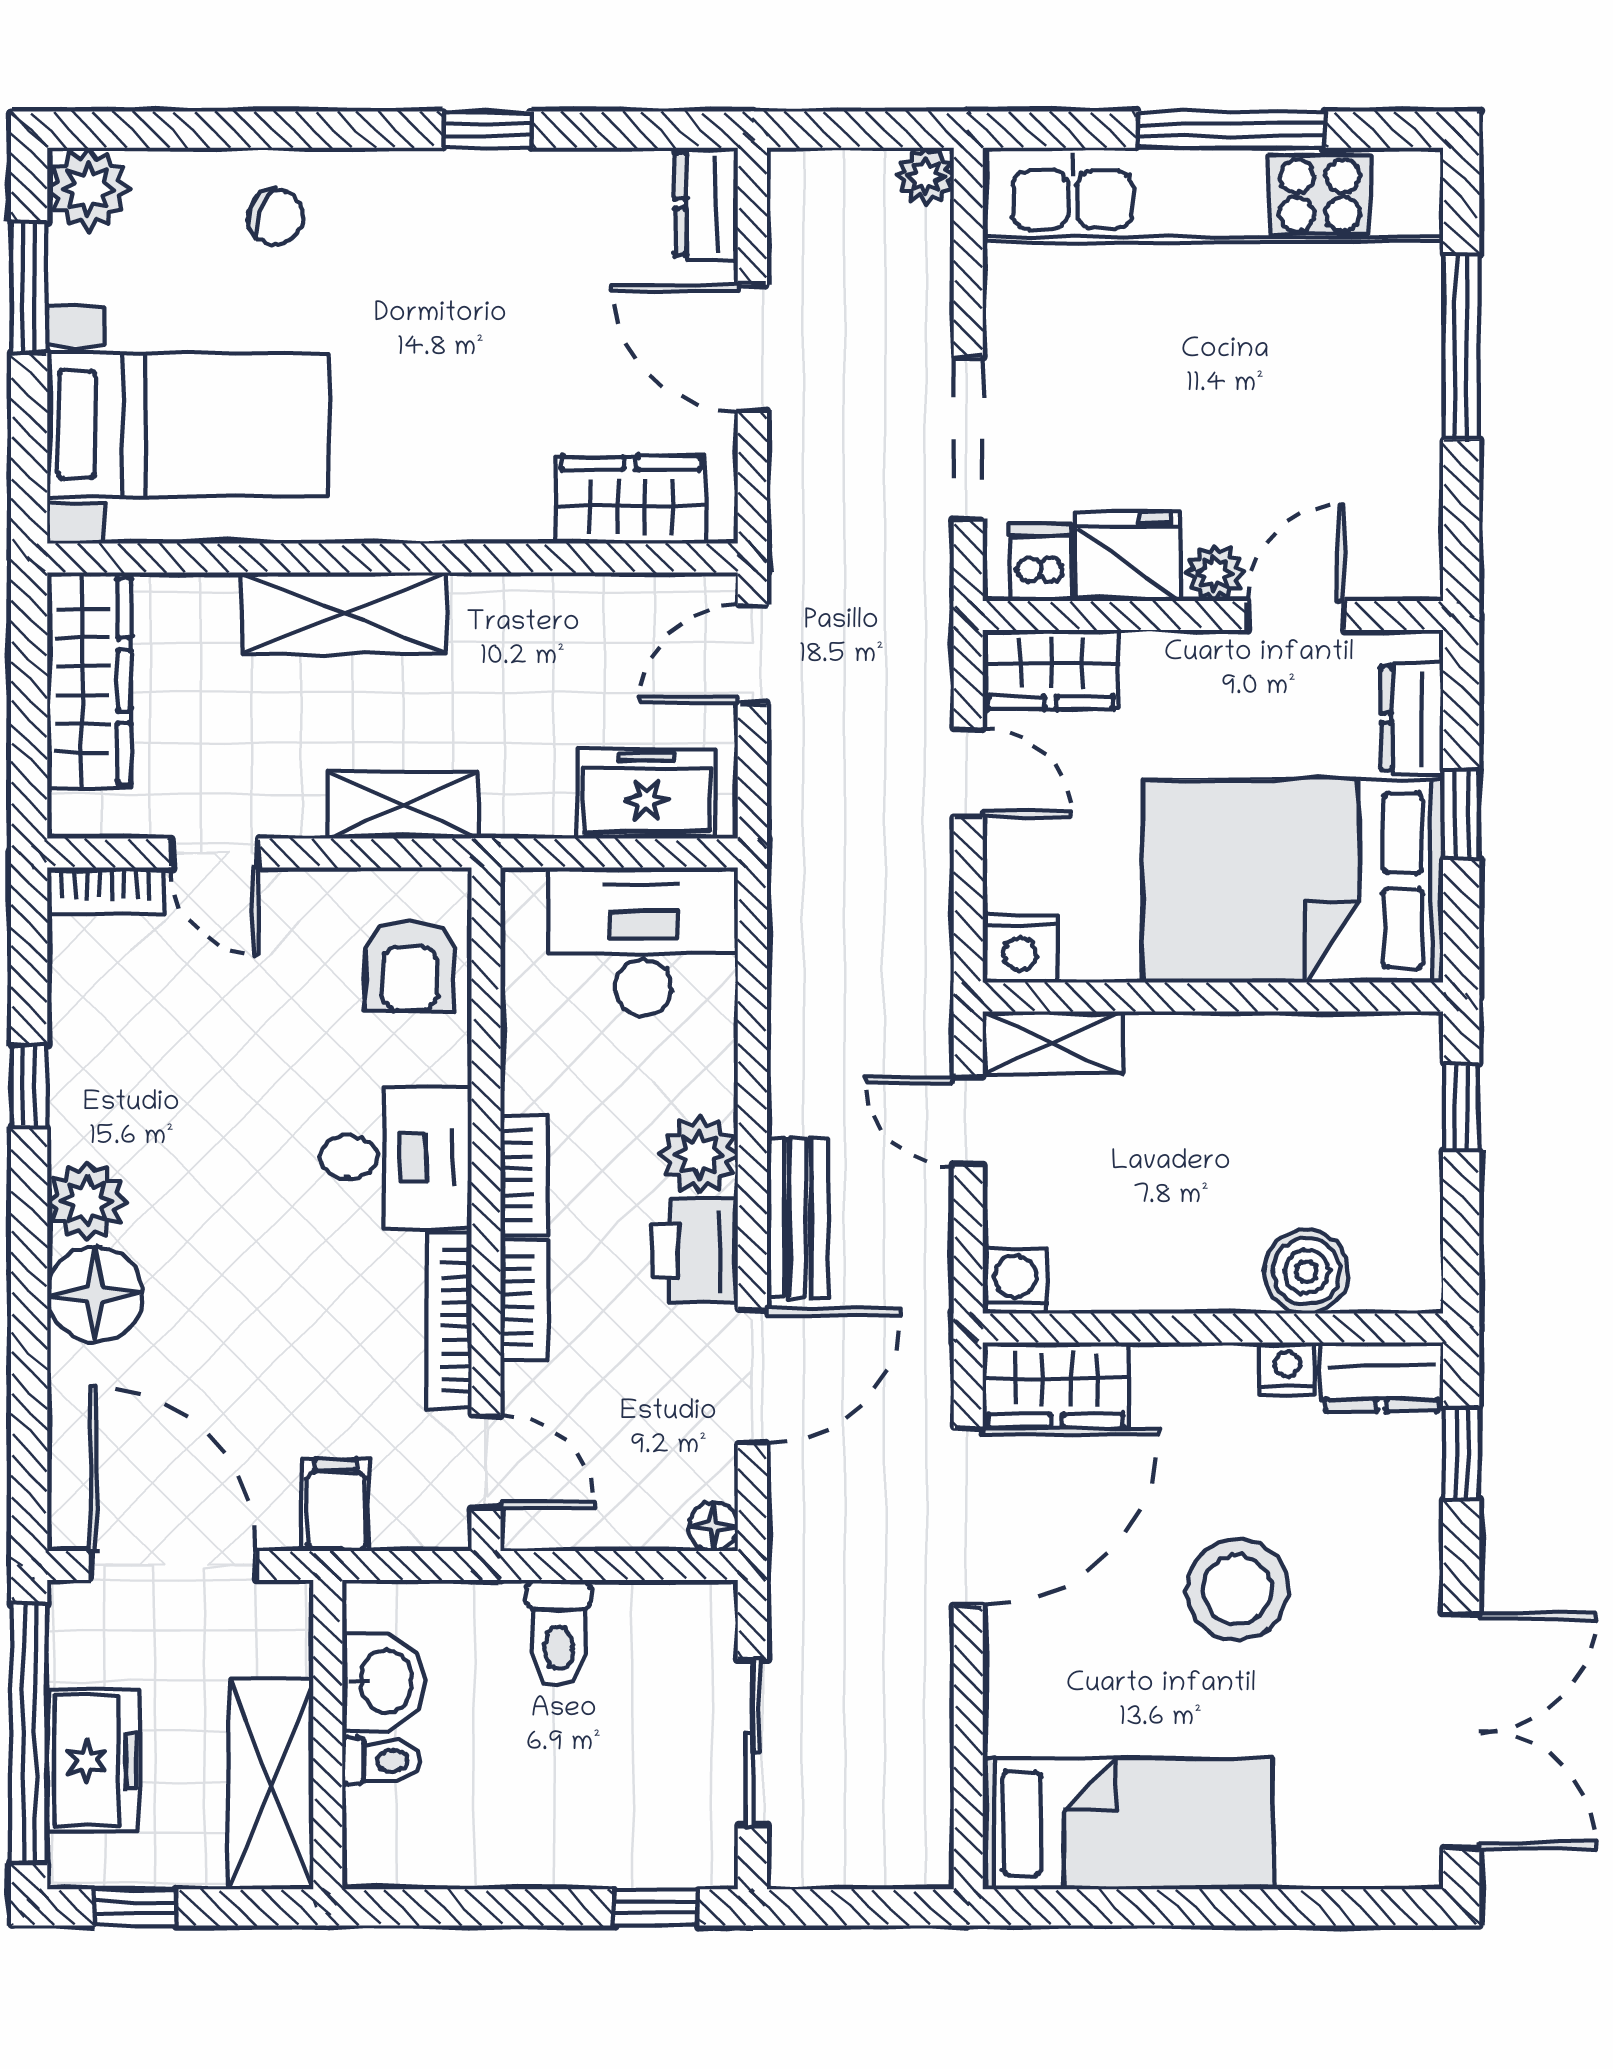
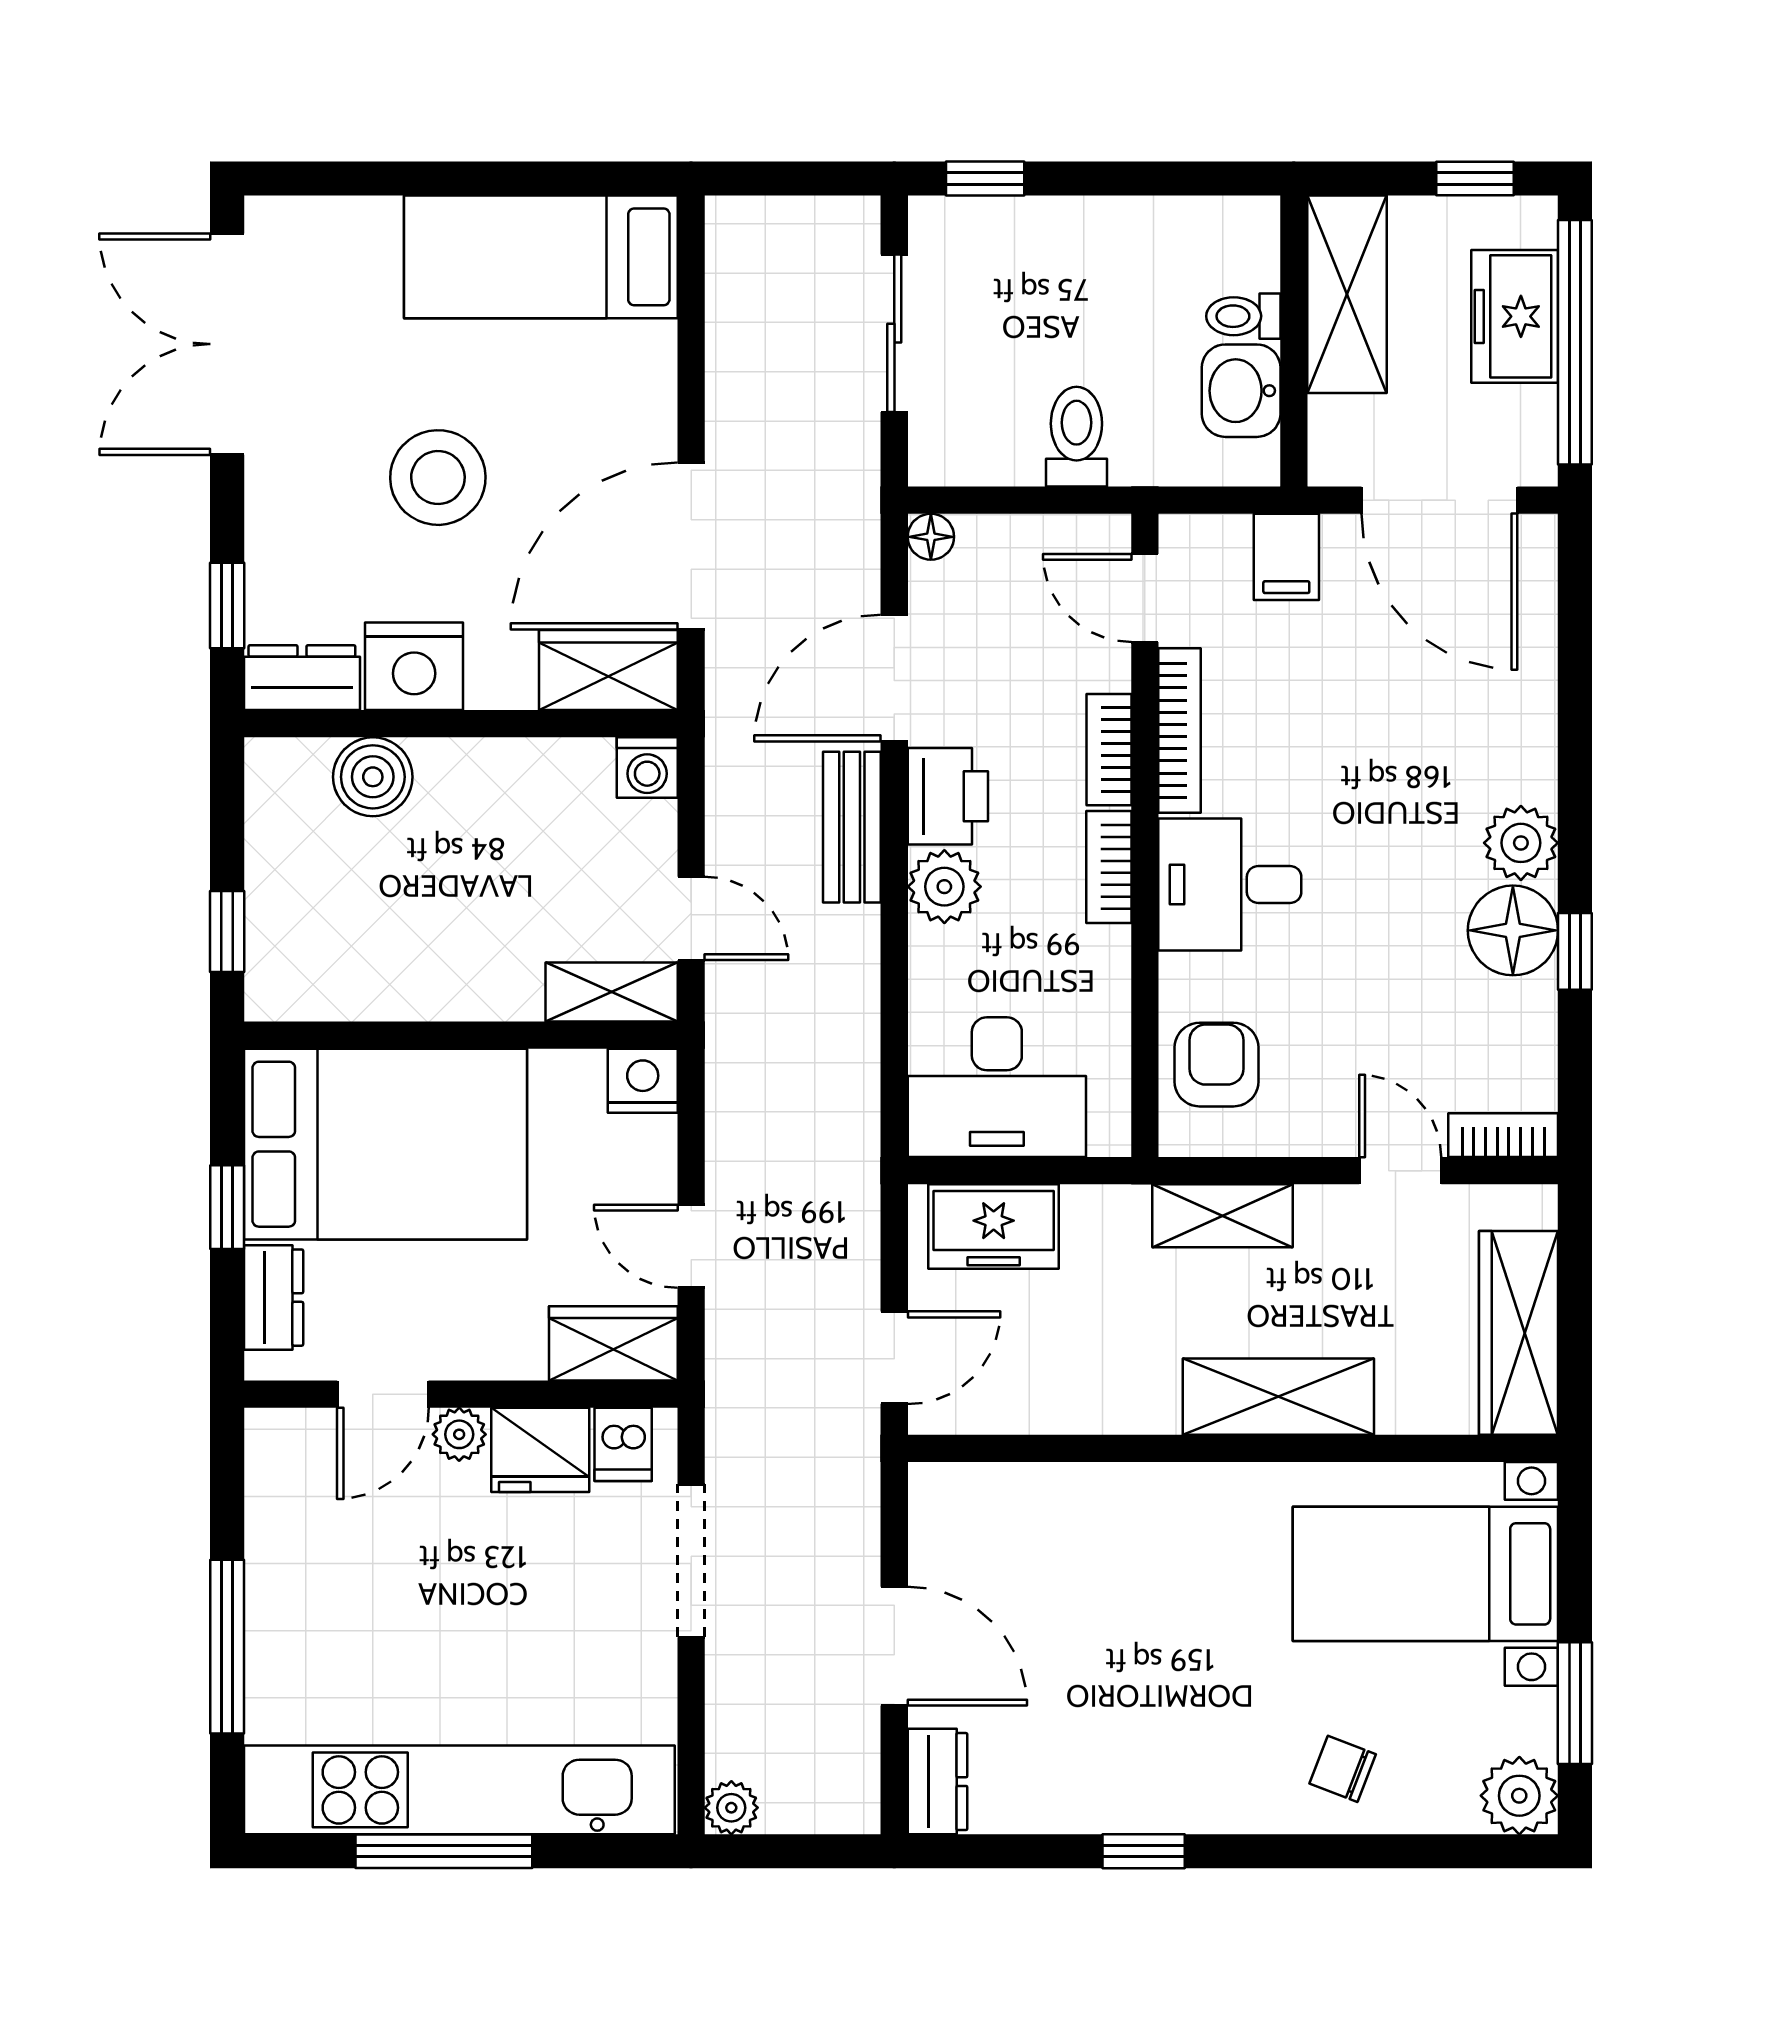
wardrobe: (631, 500) -> (1009, 1503), removed
floor lamp: (95, 1294) -> (1513, 930), moved
nightstand: (1287, 1368) -> (414, 666), width x1.89, depth x1.79

